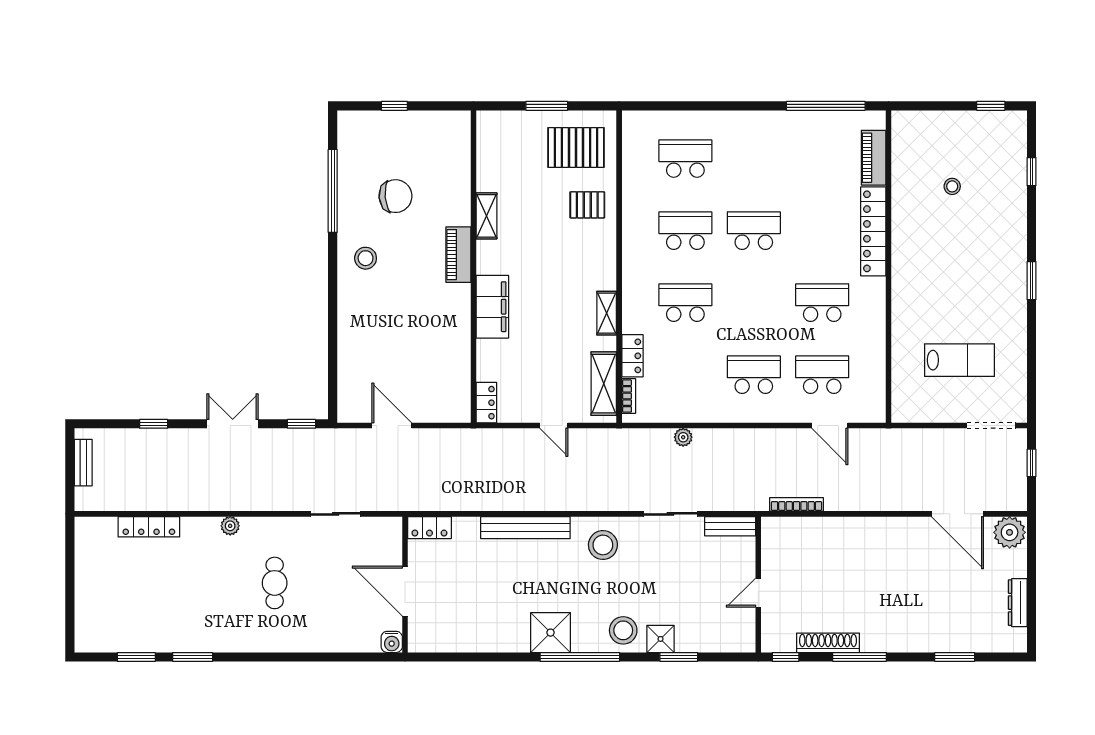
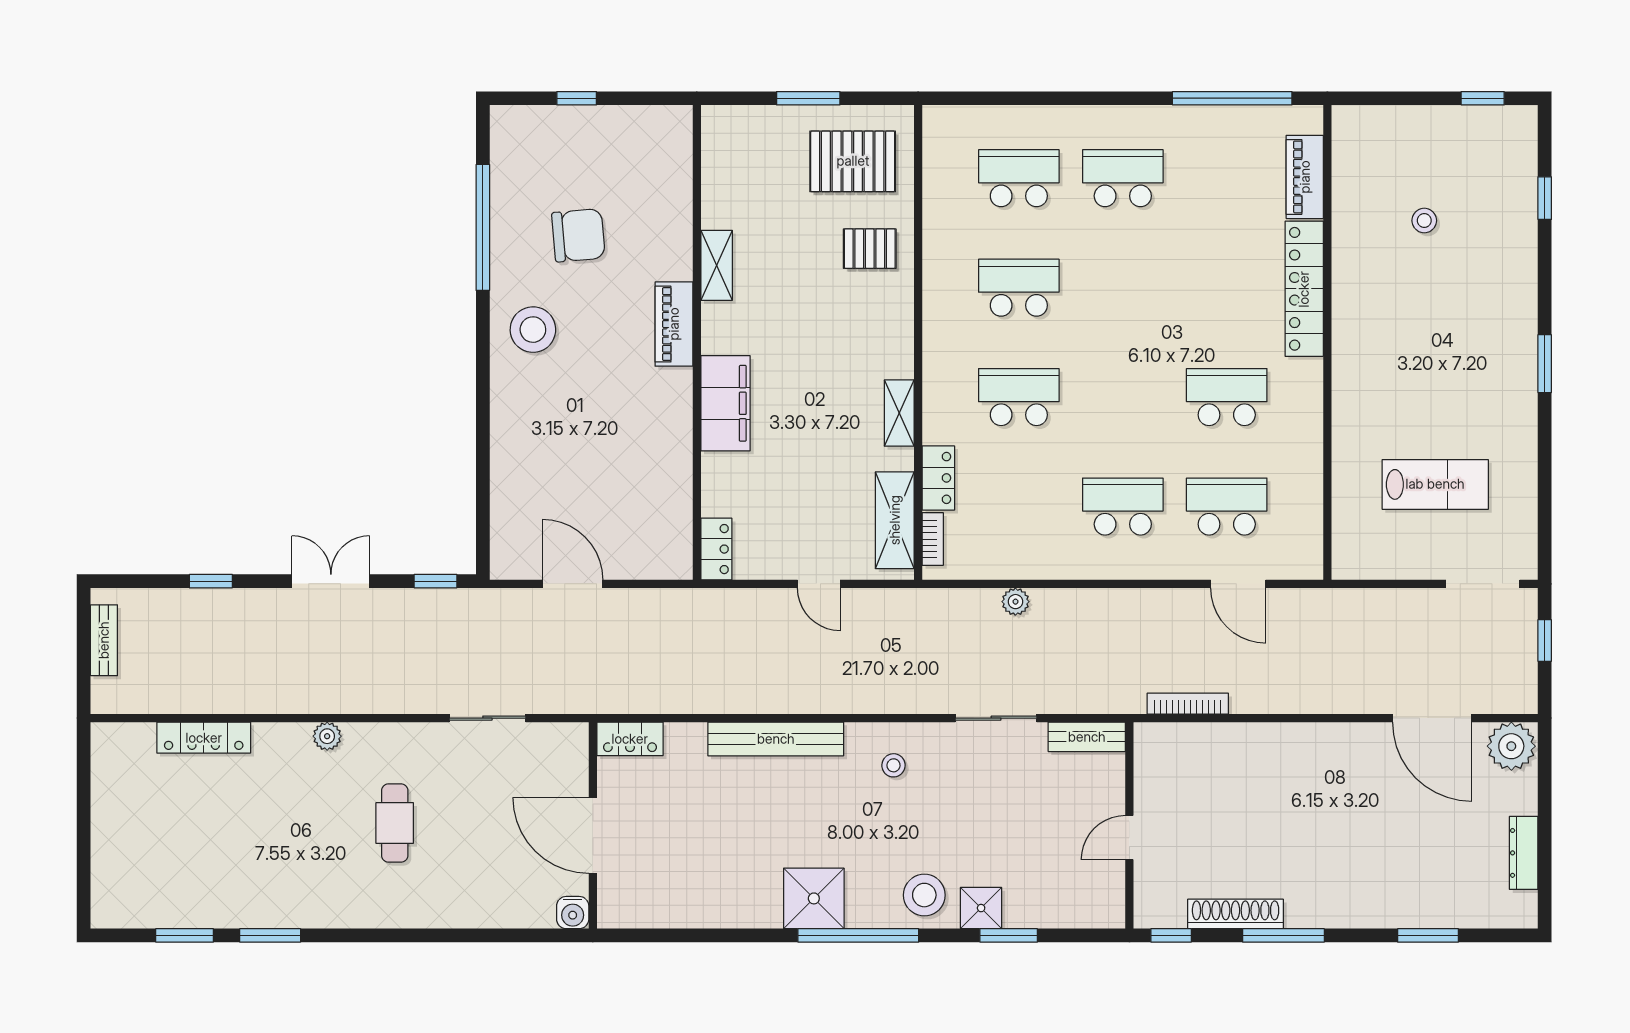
school desk: (754, 231) -> (1123, 178), moved
stool: (366, 258) -> (533, 330), width x1.38, depth x1.38
stool: (603, 545) -> (894, 765), width x0.53, depth x0.53

